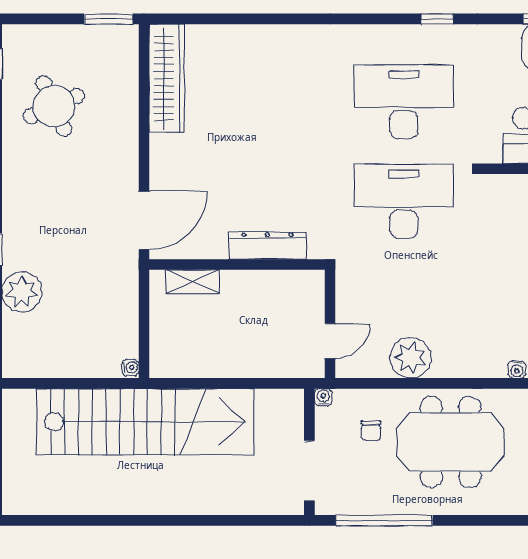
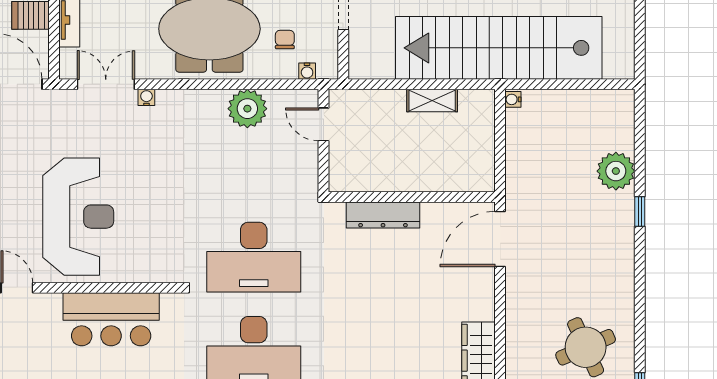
shelving: (193, 282) -> (432, 101), moved
door: (330, 341) -> (324, 124), hinge flipped
water cooler: (323, 397) -> (307, 71), moved

